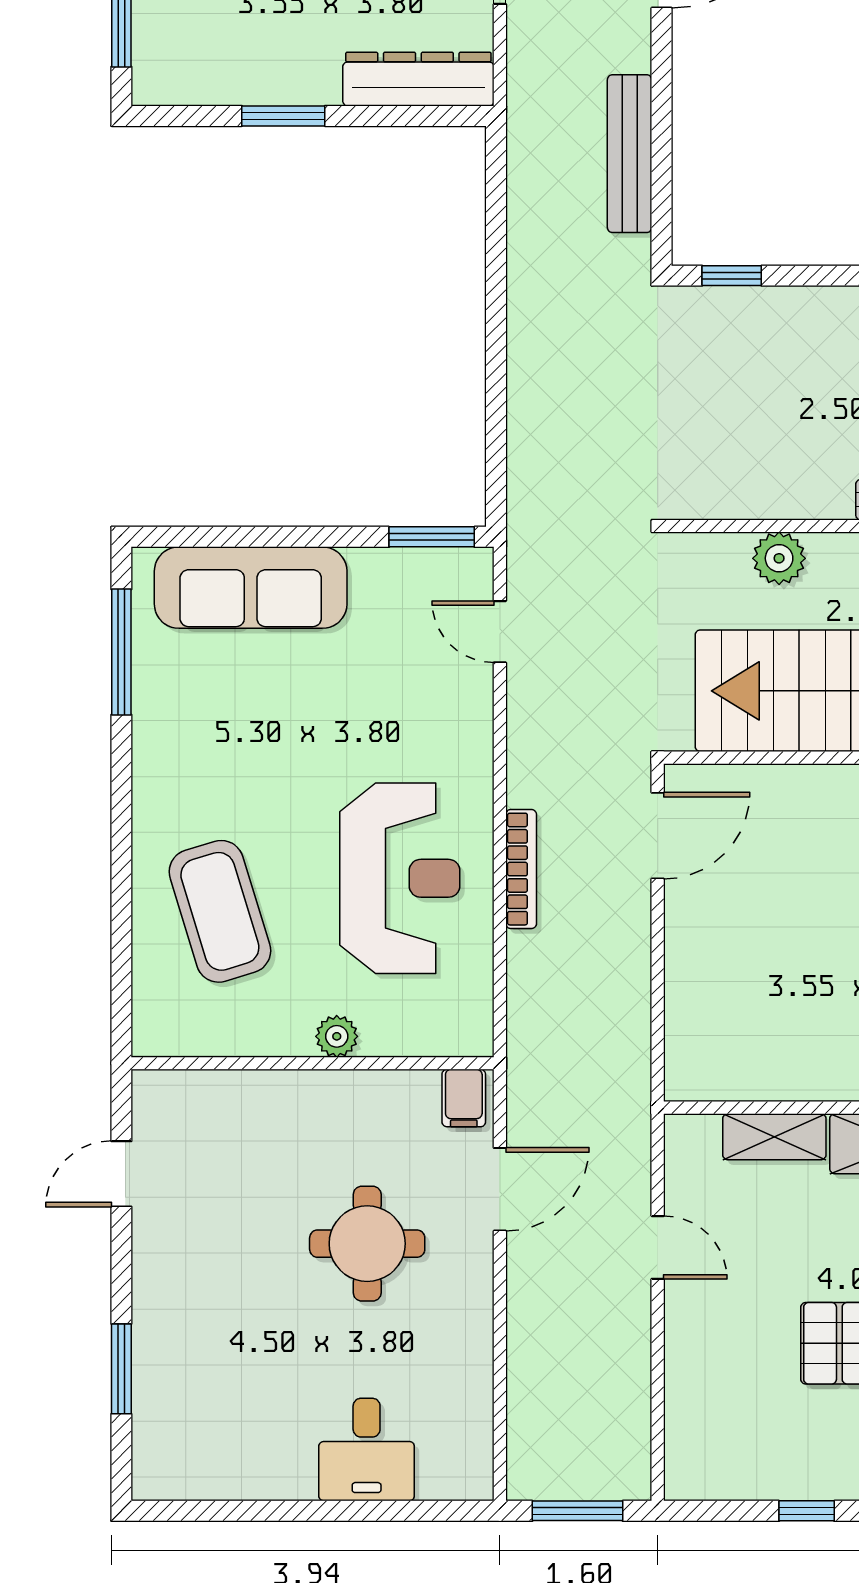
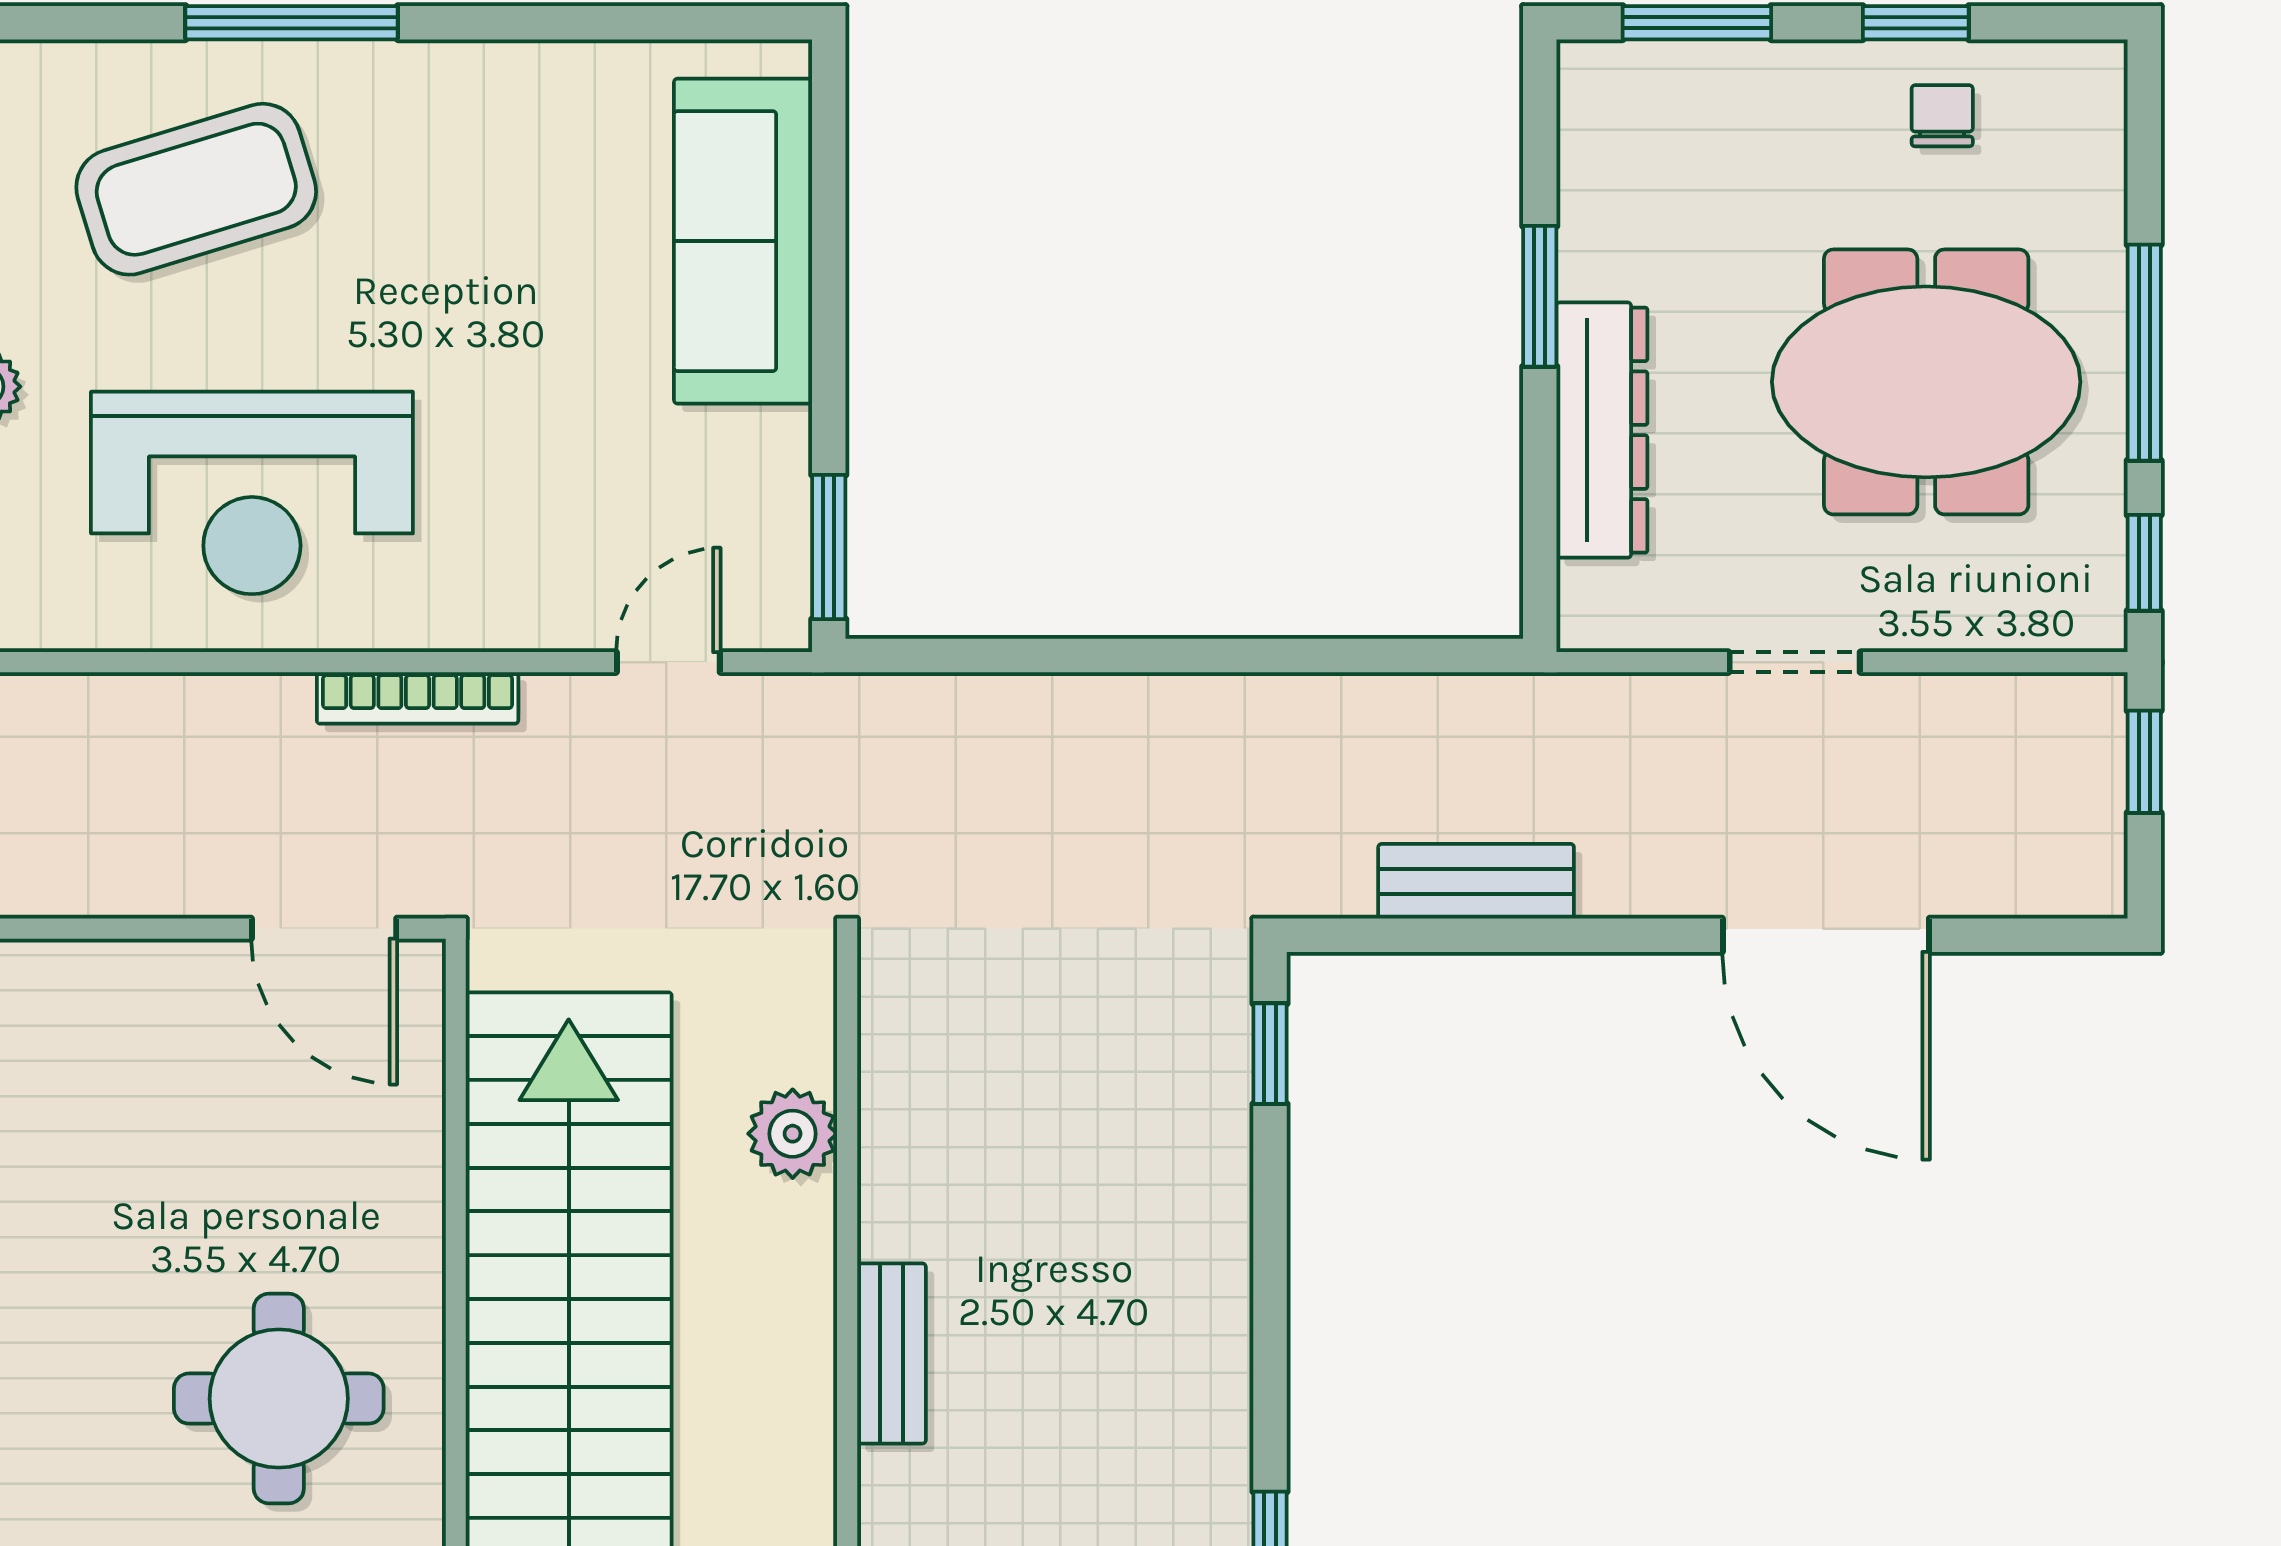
dresser: (418, 79) -> (1602, 430), moved
bench: (630, 154) -> (1476, 881), width x0.73
window: (121, 652) -> (292, 23), moved
bookcase: (521, 869) -> (418, 698), moved

